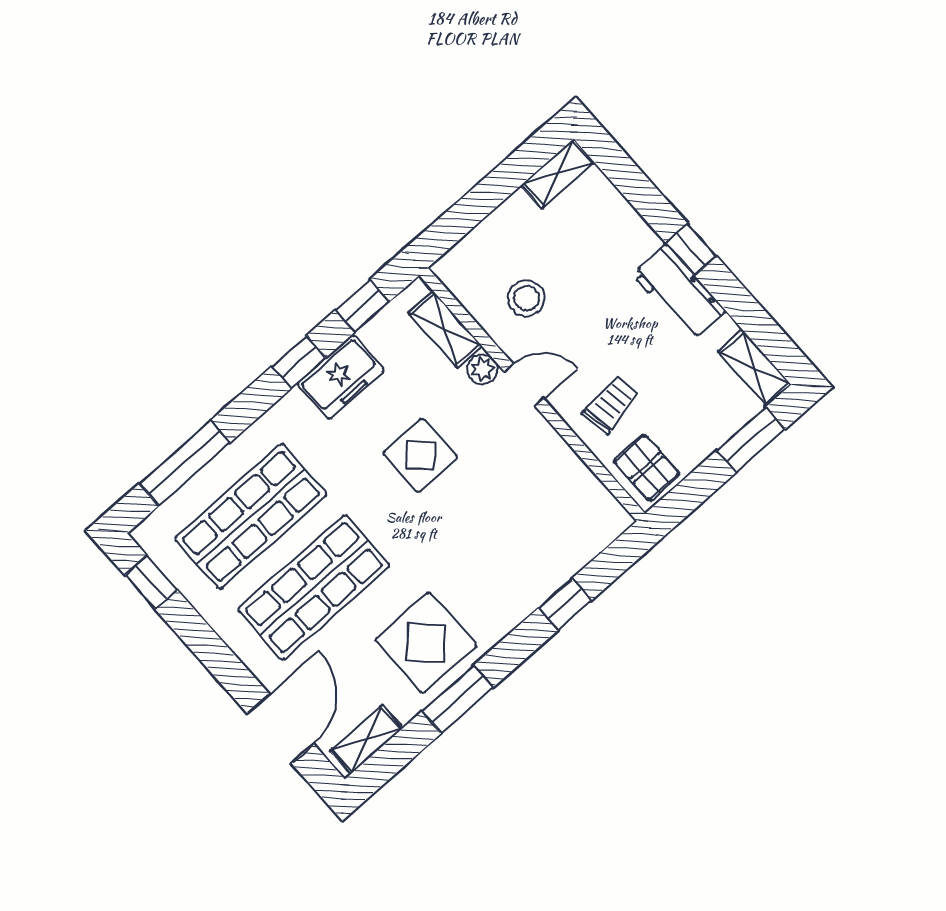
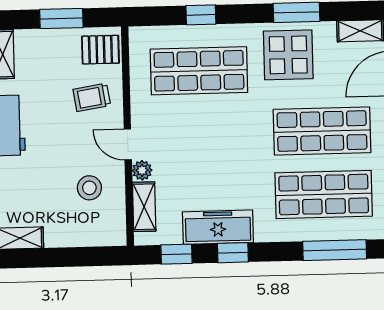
freezer: (341, 377) -> (218, 227), width x1.40
window: (751, 440) -> (61, 19), moved
display table: (420, 455) -> (211, 153), removed
pallet: (647, 468) -> (100, 50), turned 90
shop shelf: (513, 538) -> (199, 71), added

